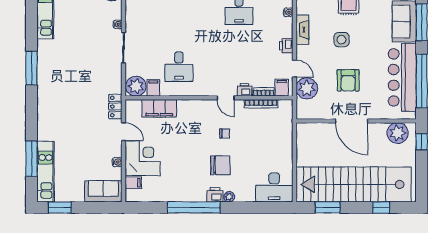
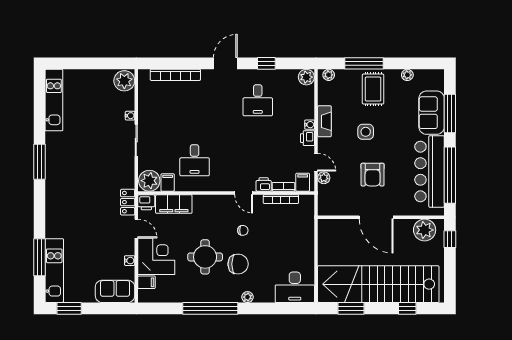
water cooler: (288, 12) -> (310, 125), moved
plant: (307, 88) -> (324, 178), width x0.53, depth x0.53
round table: (189, 159) -> (205, 257), added
printer: (215, 195) -> (146, 202), moved, turned 180

